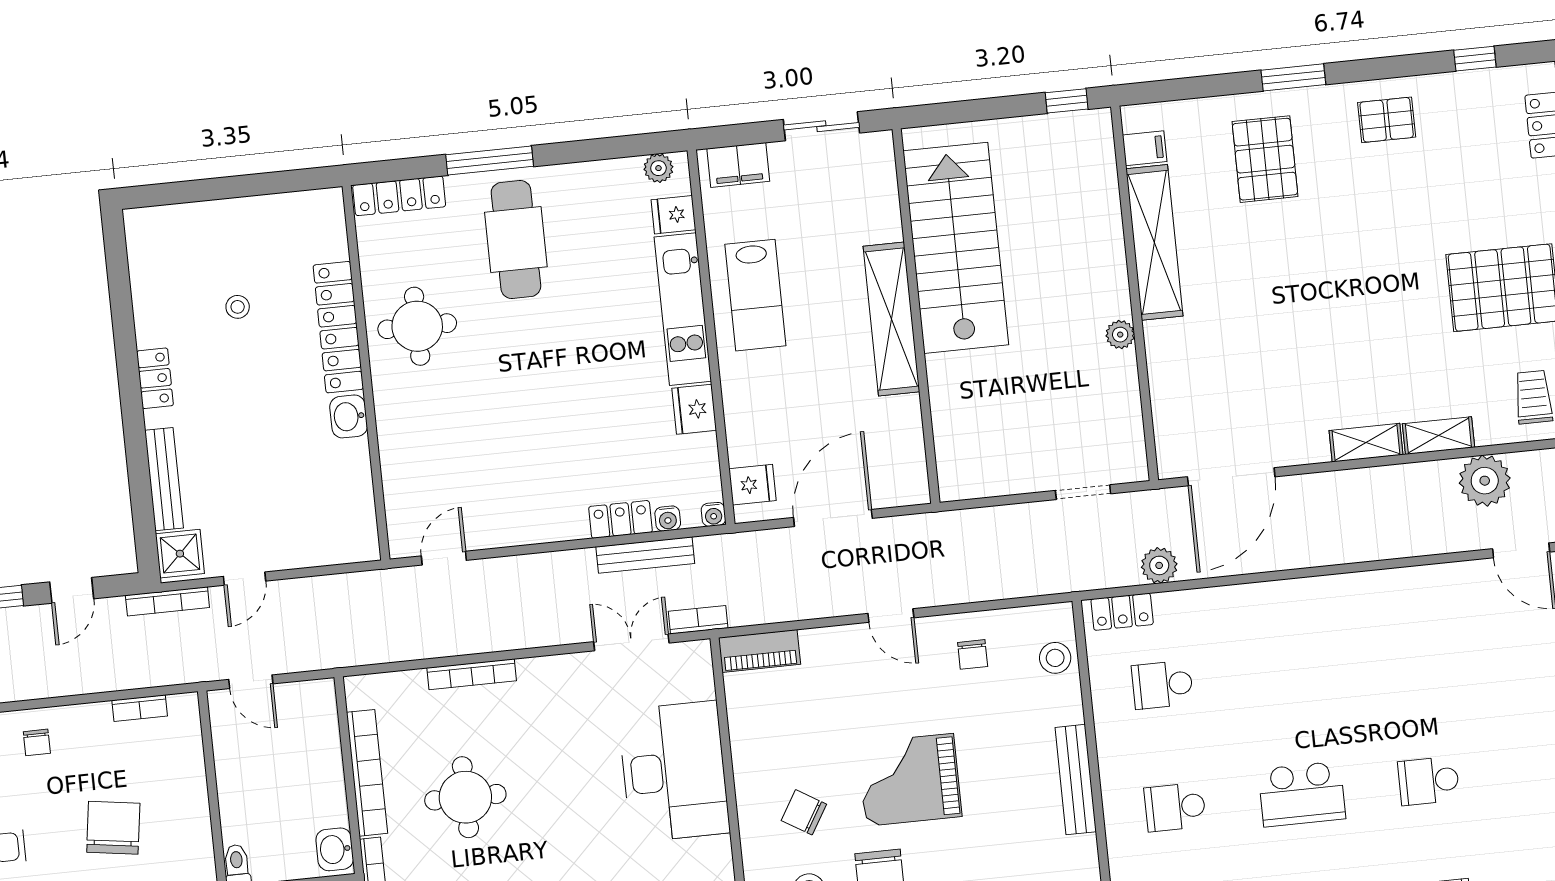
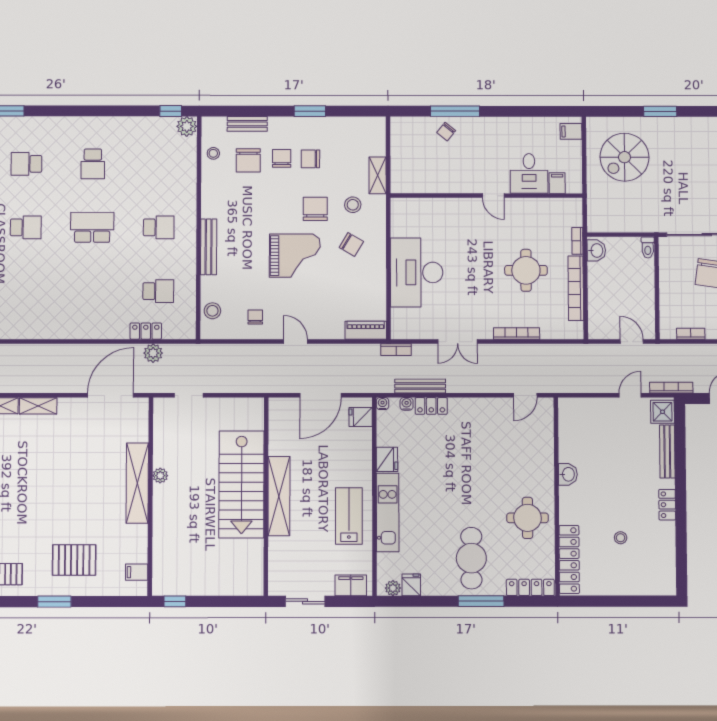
pallet: (1265, 159) -> (74, 560), turned 90
fridge: (673, 215) -> (411, 585), moved, turned -90
shelving: (1154, 242) -> (137, 483), moved
stairs: (956, 248) -> (241, 484), moved
locker: (338, 327) -> (569, 559), moved
locker: (1122, 612) -> (146, 331), moved
double door: (631, 642) -> (458, 342), moved

